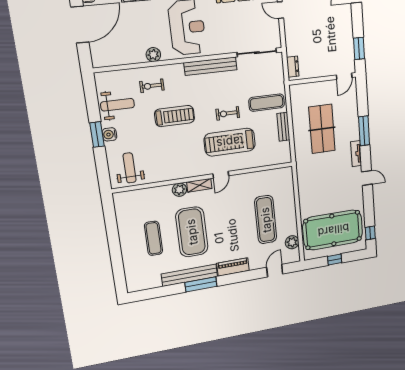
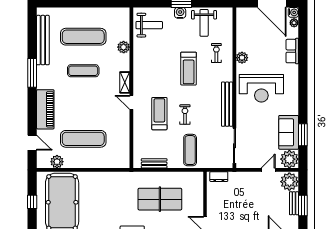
bench: (283, 127) -> (154, 163), moved
treadmill: (230, 142) -> (159, 114), width x0.73, depth x0.73
plant: (179, 190) -> (124, 47), moved
exercise mat: (192, 232) -> (83, 71), width x0.50, depth x0.69
exercise mat: (153, 238) -> (83, 37), width x1.36, depth x1.45
piano: (233, 267) -> (45, 109), width x1.37, depth x1.33
bench: (190, 275) -> (43, 40), moved

